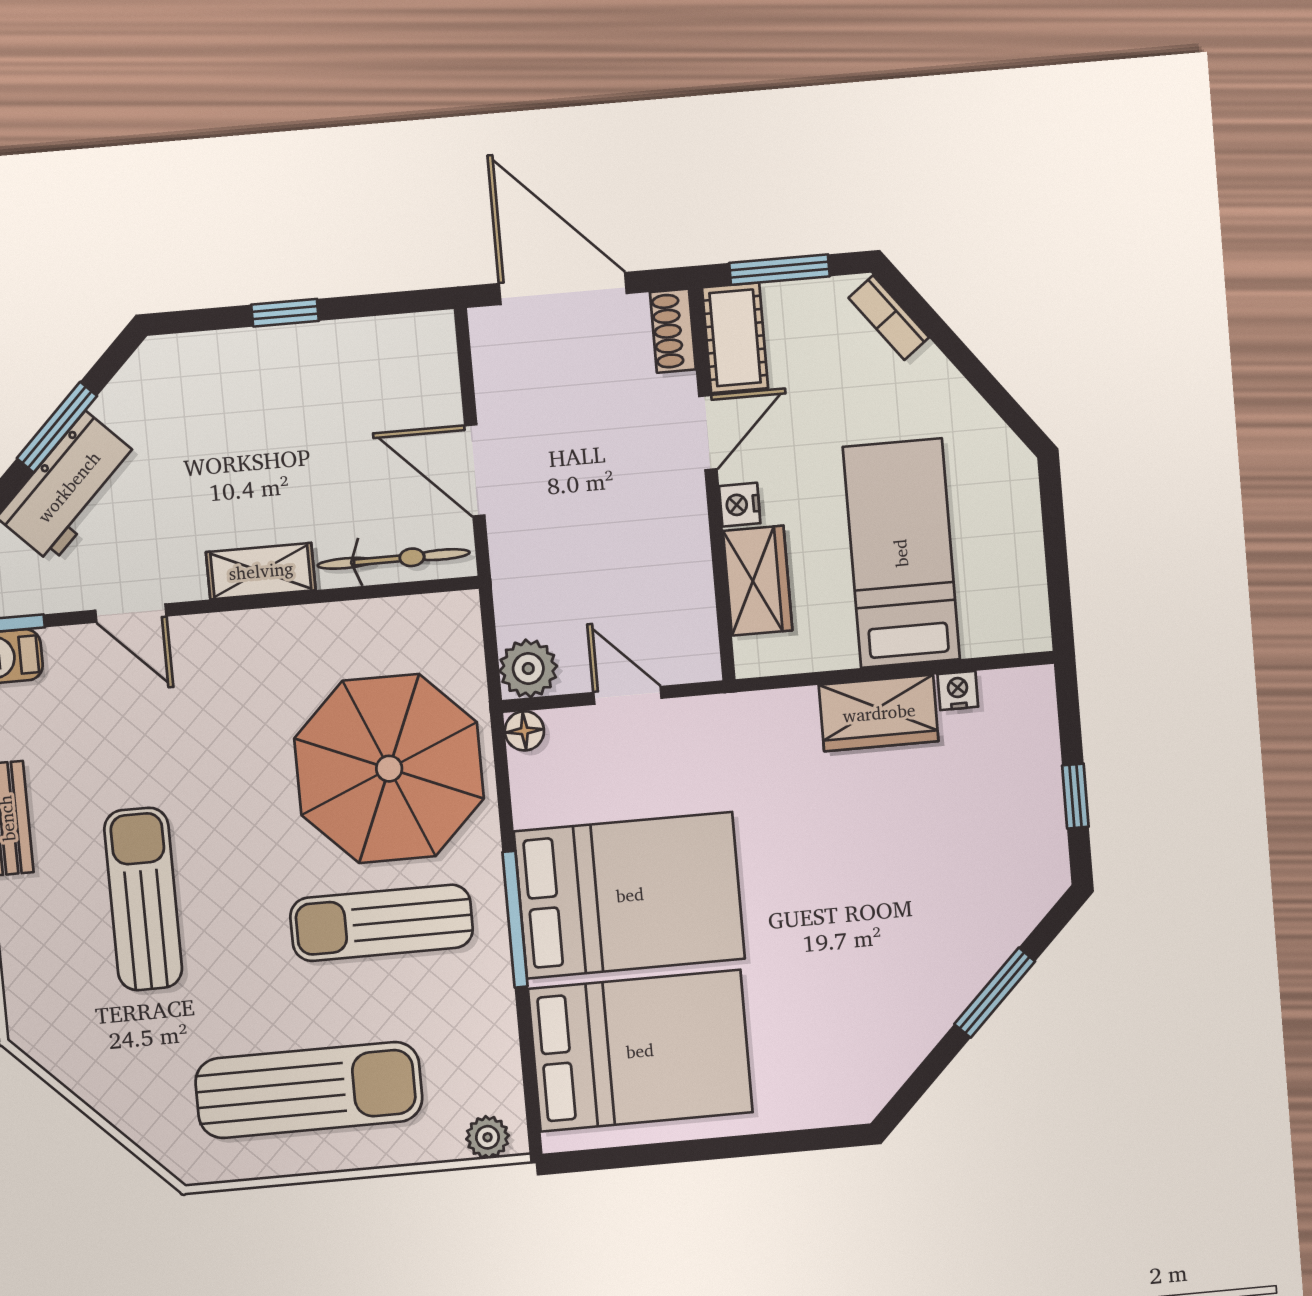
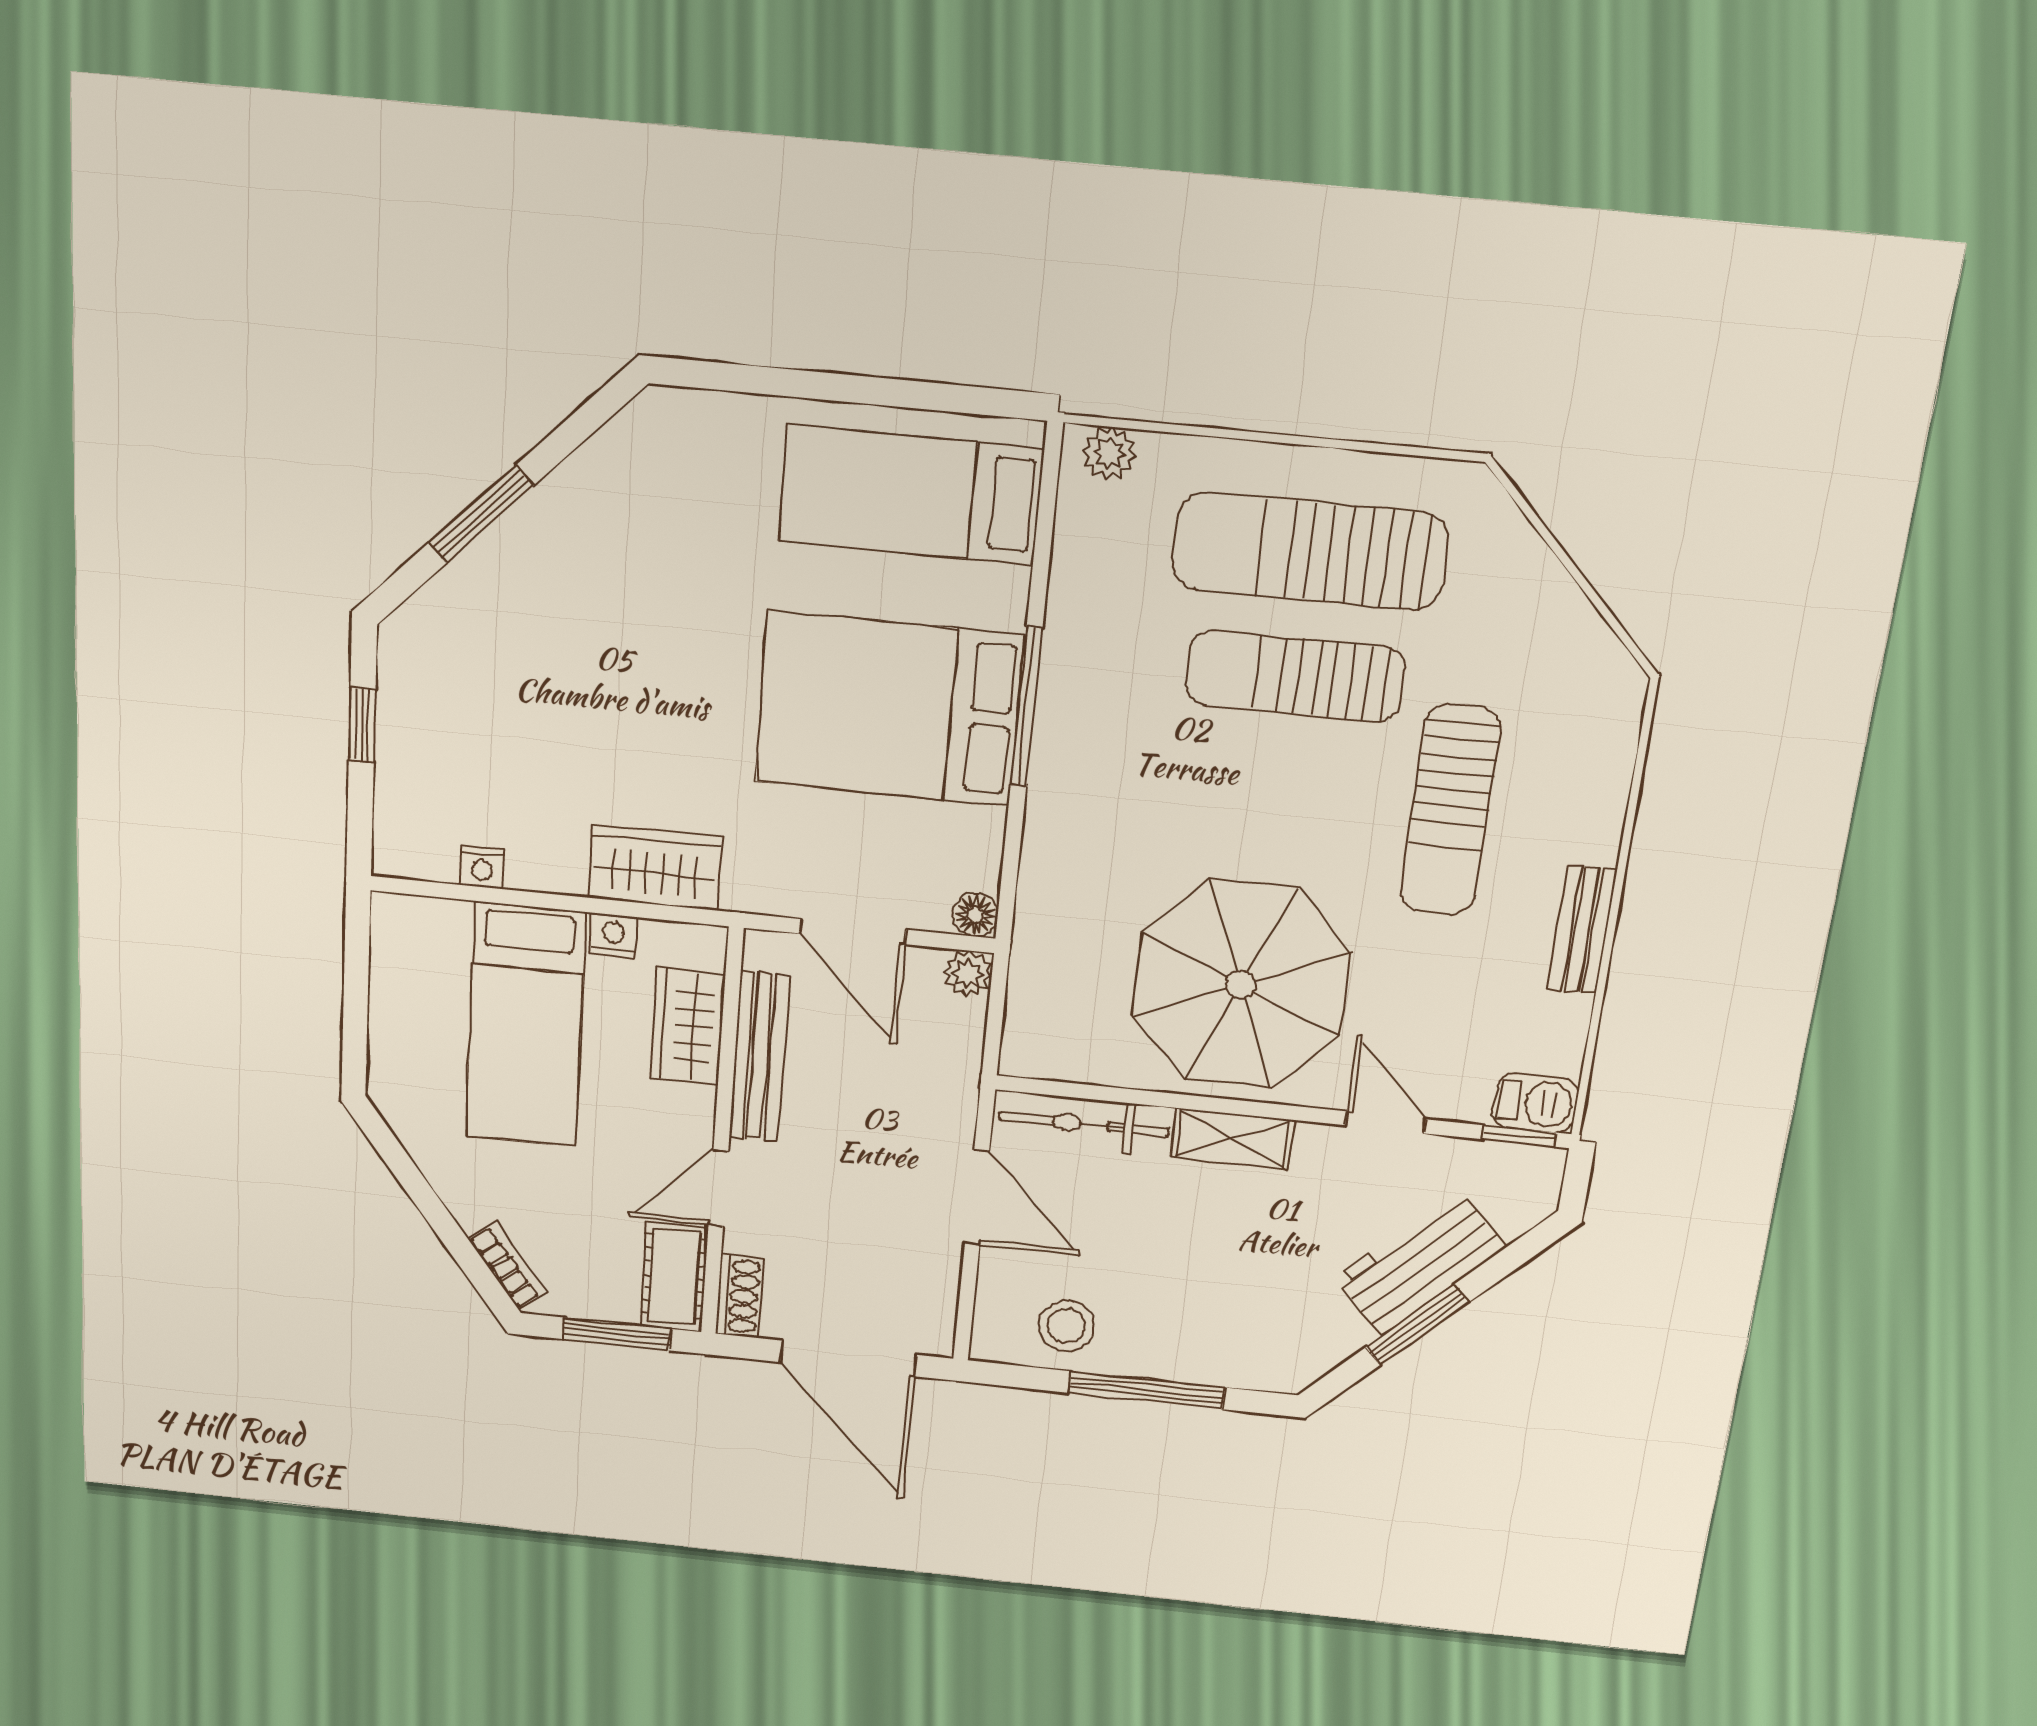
window: (285, 313) -> (1147, 1390), width x2.17
stool: (371, 362) -> (1066, 1326), added
nightstand: (740, 505) -> (613, 936), moved, turned -90
bench: (691, 565) -> (759, 1057), added
plant: (528, 668) -> (968, 974), width x0.73, depth x0.73
door: (627, 695) -> (853, 932), width x1.37
wardrobe: (879, 713) -> (655, 867), moved
parasol: (389, 769) -> (1241, 984), moved
sun lounger: (382, 923) -> (1295, 676), moved, turned 180
bed: (640, 1051) -> (911, 495), width x0.67

